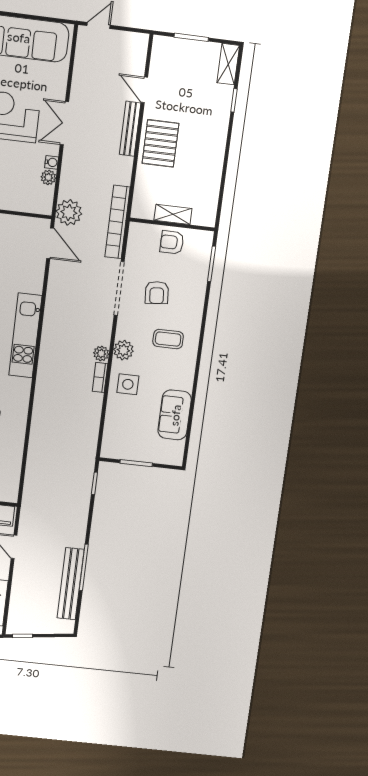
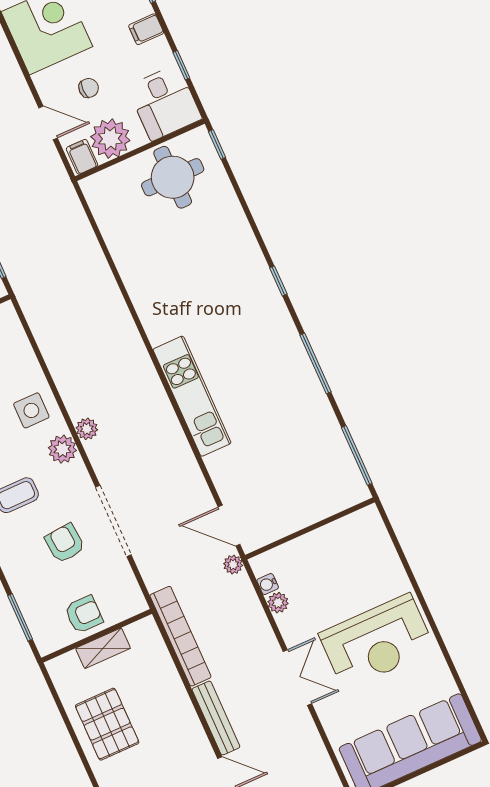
pallet: (160, 143) -> (107, 724), moved
water cooler: (52, 162) -> (268, 584), moved
plant: (69, 212) -> (233, 565), width x0.53, depth x0.53
bookcase: (118, 222) -> (180, 636), moved
bookcase: (100, 377) -> (70, 399), removed

